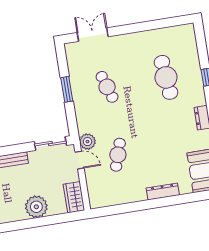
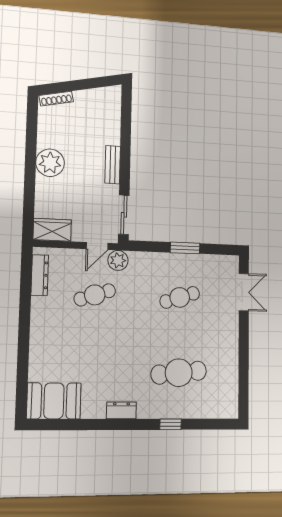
cafe table: (118, 155) -> (95, 295), turned -36
dresser: (163, 192) -> (40, 275), moved
plant: (36, 207) -> (50, 163), moved

